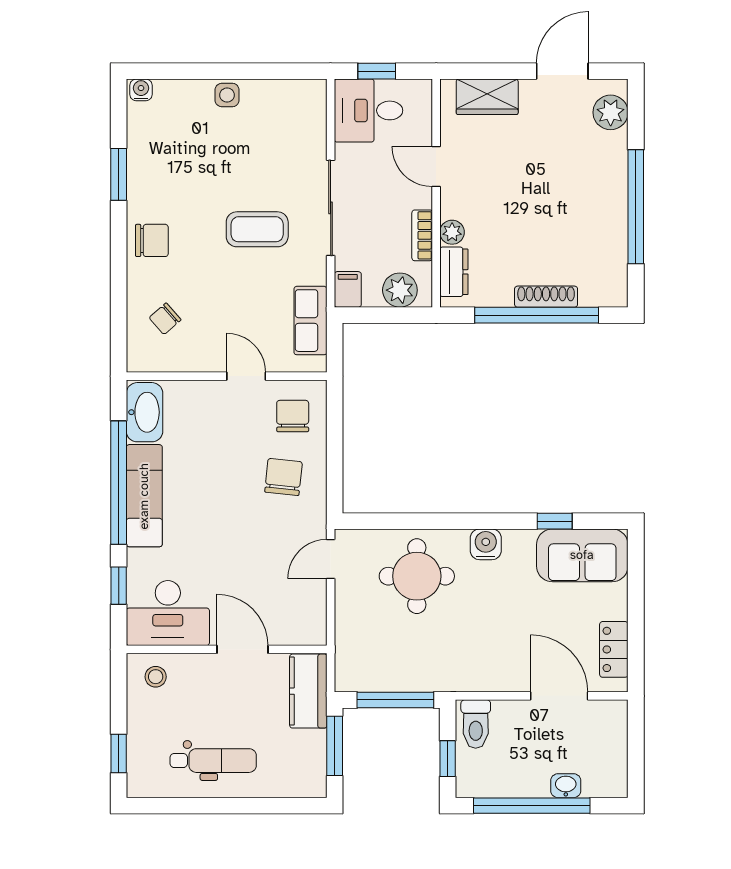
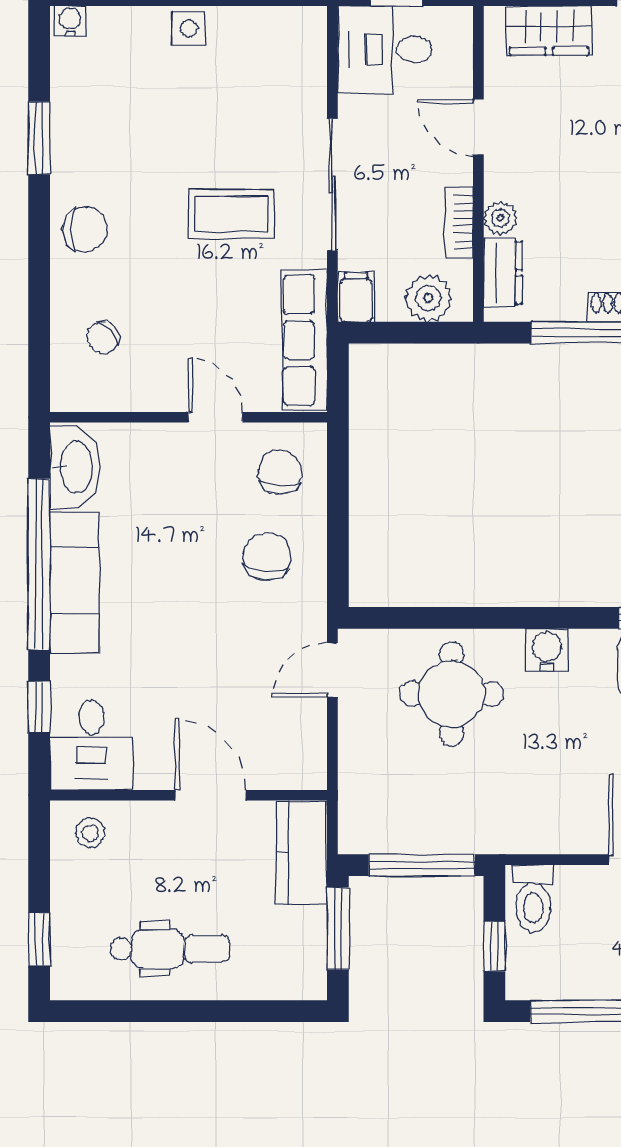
row of seats: (310, 321) -> (304, 340), width x1.48
desk: (168, 613) -> (92, 745), width x0.73

